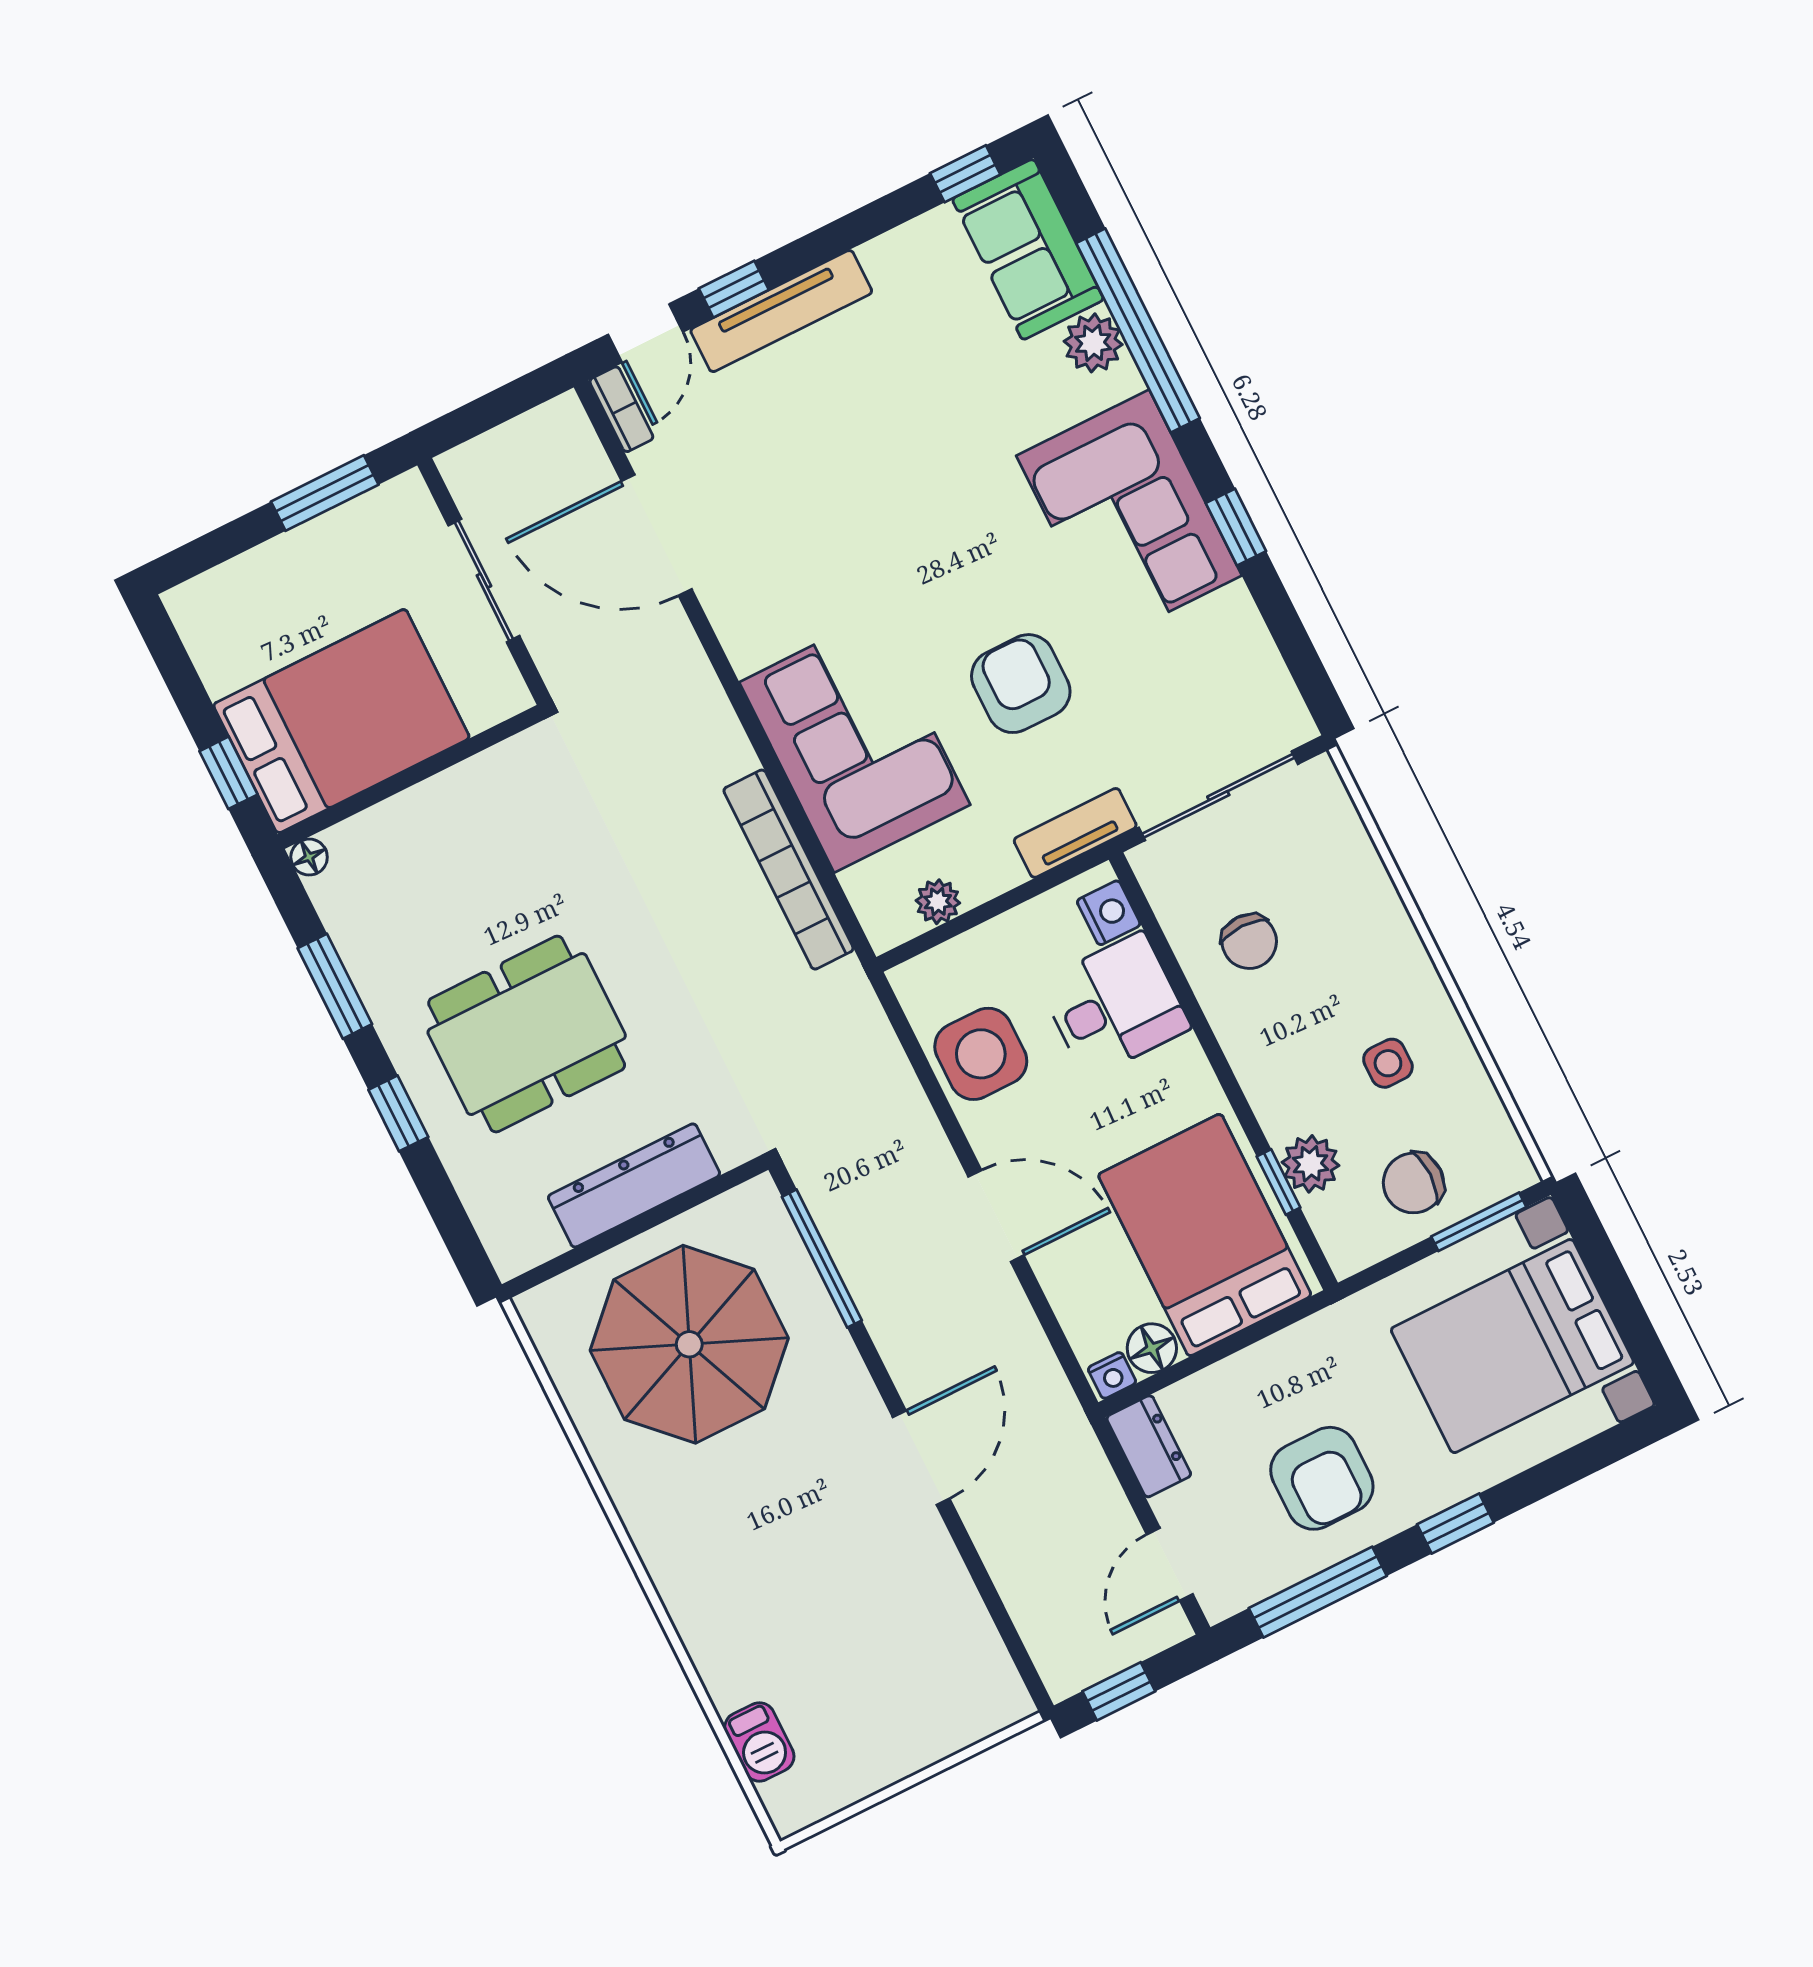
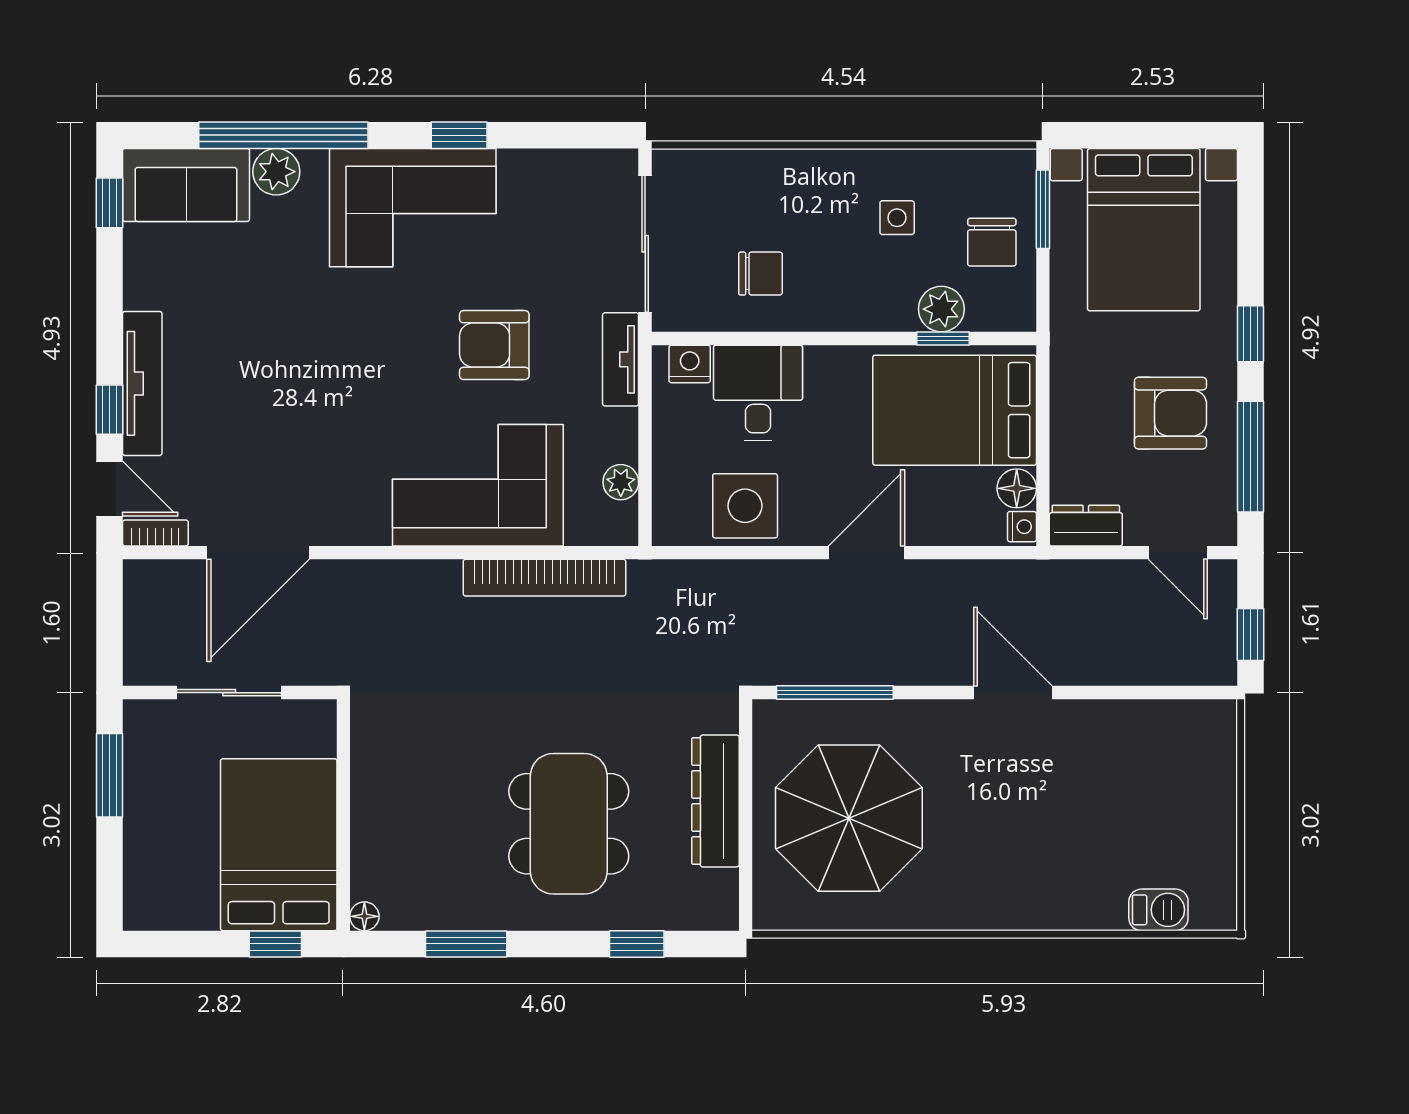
window: (398, 1113) -> (637, 944), moved

